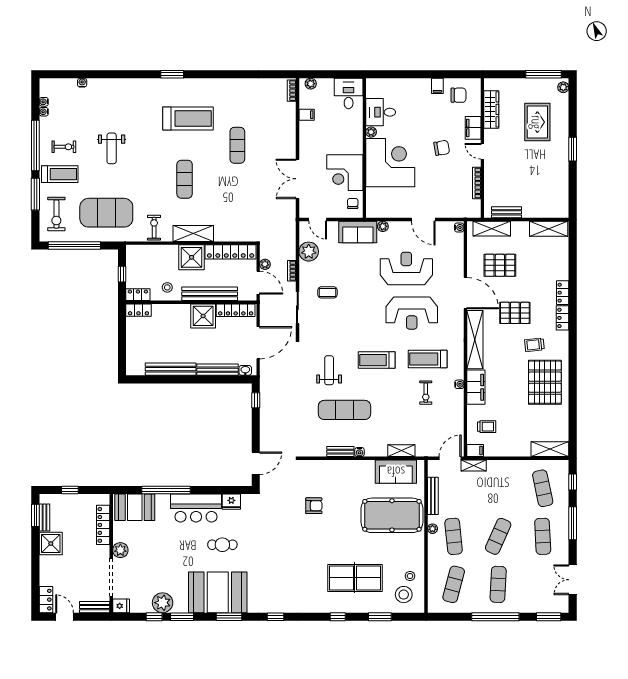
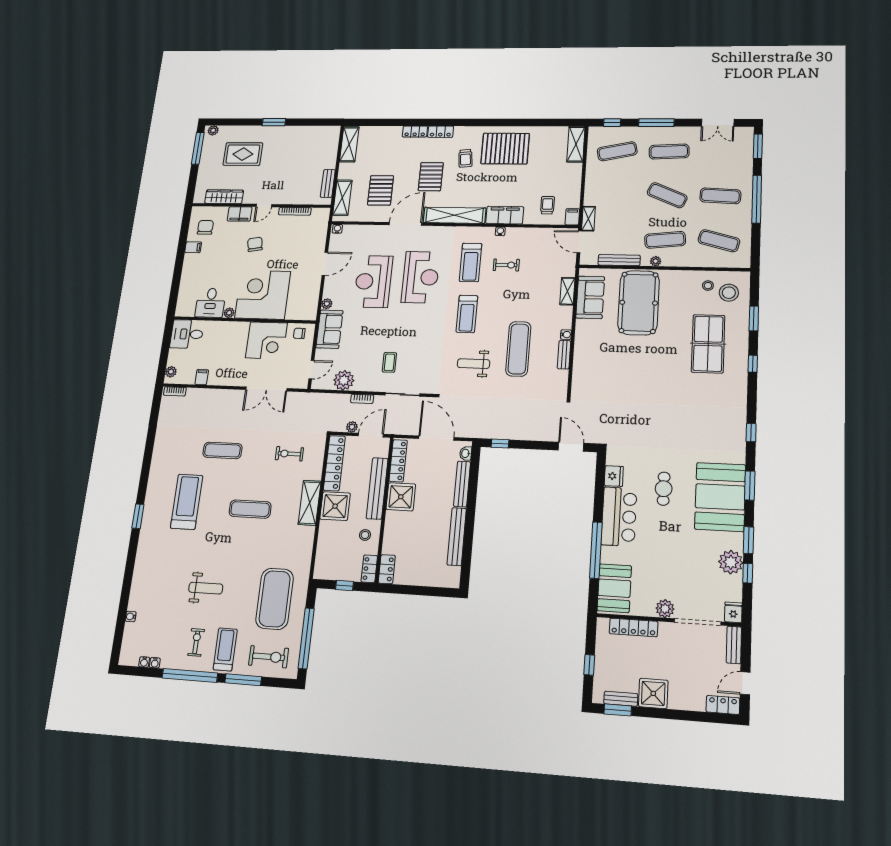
exercise bike: (154, 228) -> (289, 454), moved
armchair: (314, 506) -> (623, 385), removed

